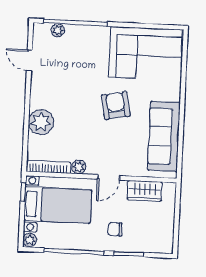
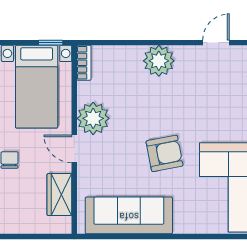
plant: (41, 122) -> (159, 61), moved
bookcase: (48, 167) -> (84, 63), width x0.64
plant: (79, 167) -> (93, 118), width x1.87, depth x1.87

